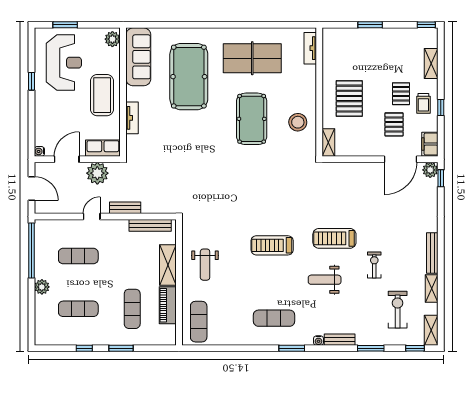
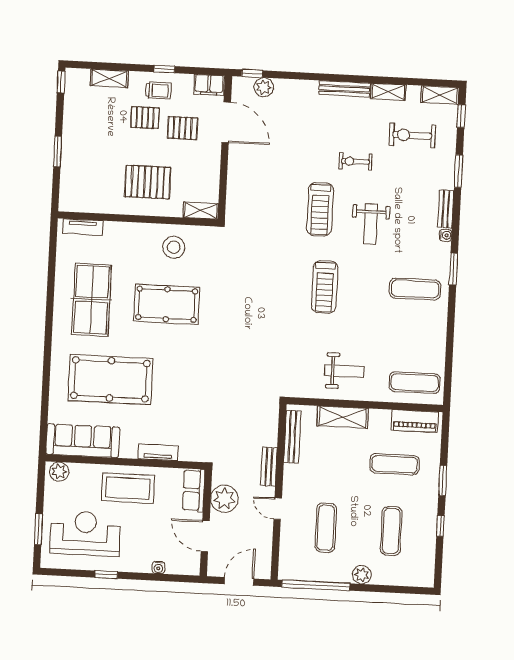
water cooler: (39, 151) -> (158, 567), moved
plant: (430, 170) -> (264, 87), moved
piano: (168, 305) -> (415, 421), moved
exercise mat: (274, 318) -> (415, 289), turned 90

